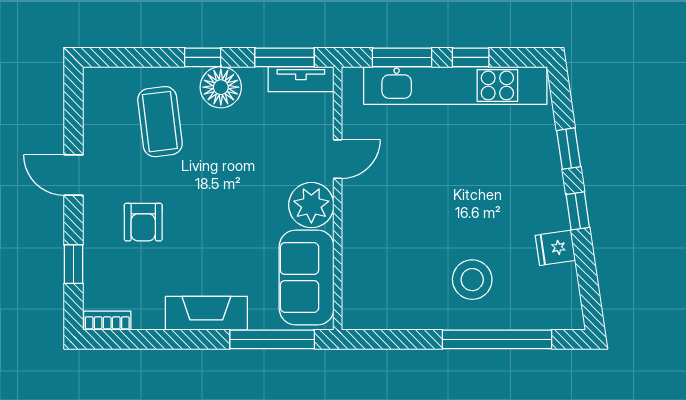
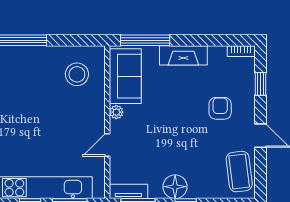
coffee table: (160, 122) -> (239, 172), moved
plant: (311, 205) -> (116, 112), width x0.53, depth x0.53
stool: (472, 280) -> (77, 74), moved

